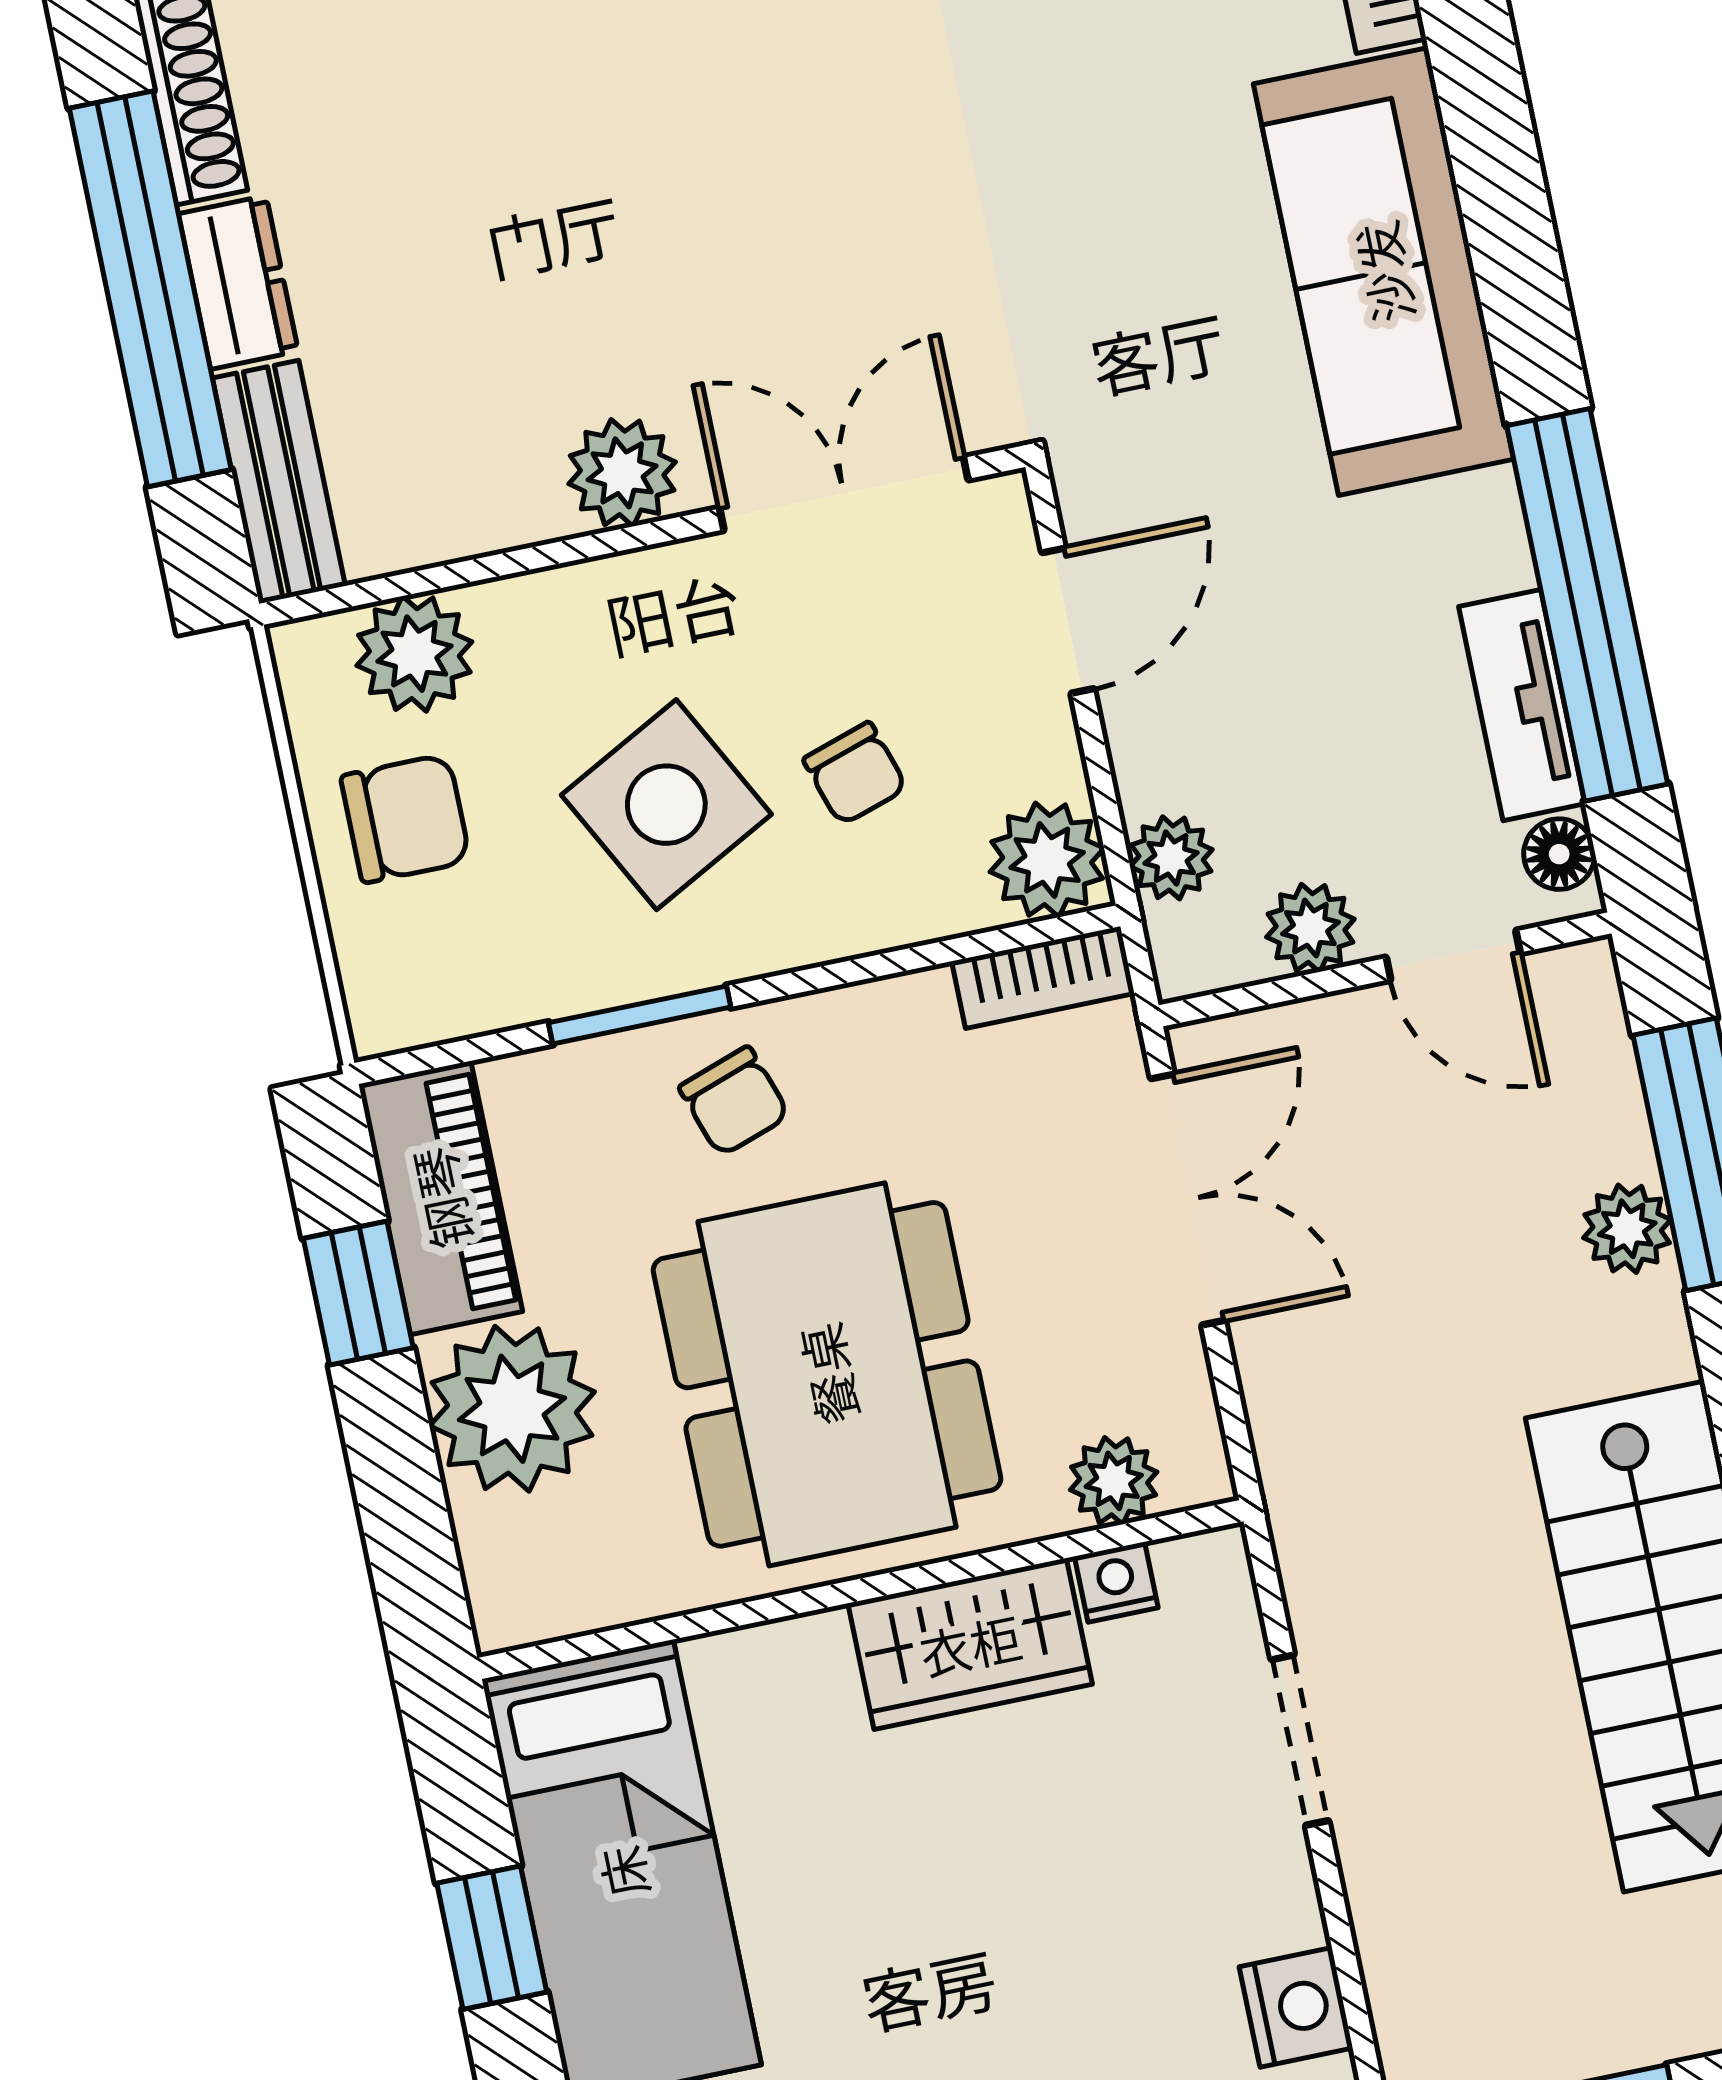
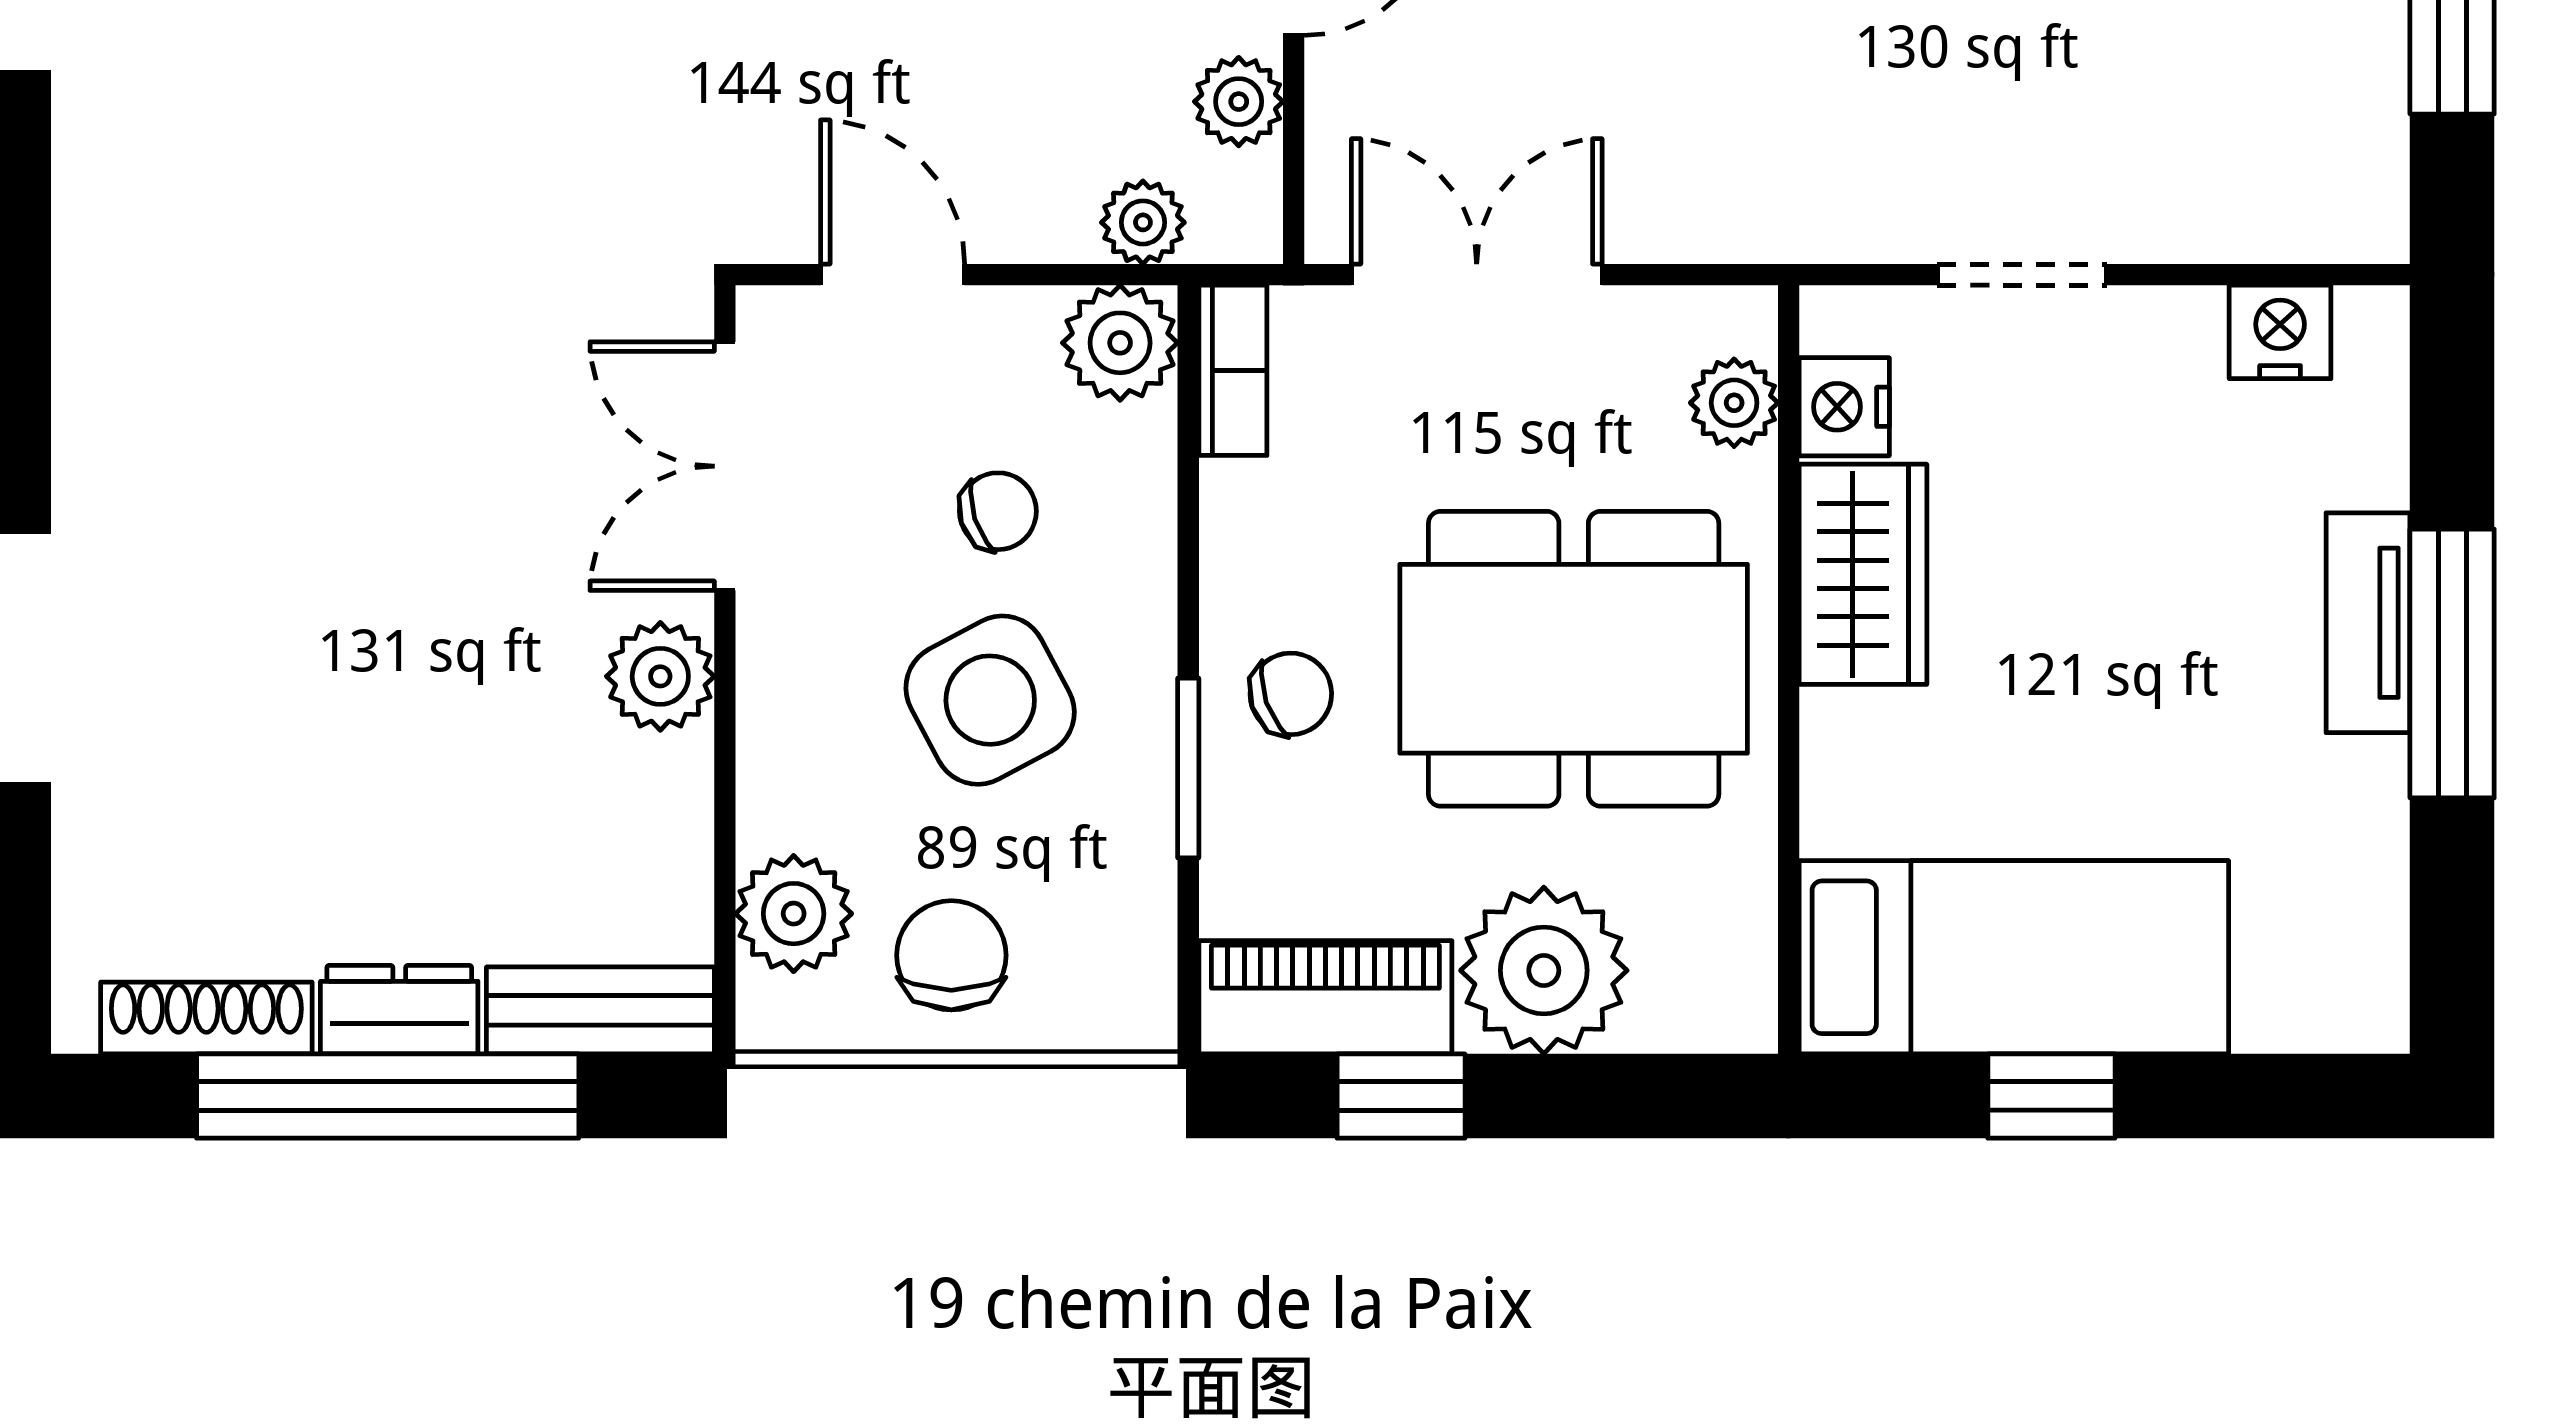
nightstand: (1116, 1582) -> (1844, 407), width x1.39, depth x1.35

